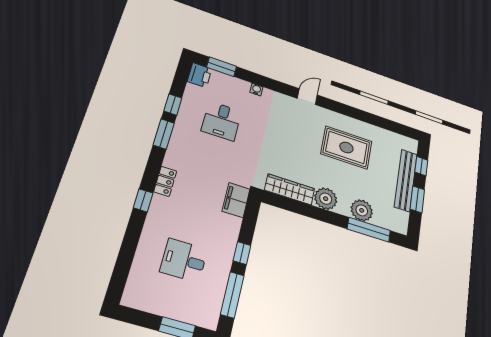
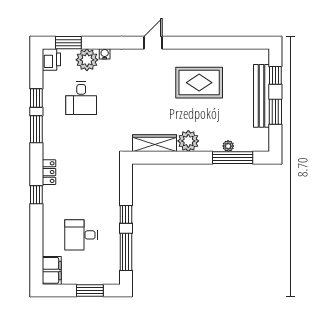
plant: (237, 88) -> (87, 60), added
filing cabinet: (236, 200) -> (52, 270), moved, turned 180
plant: (362, 210) -> (228, 146), width x0.53, depth x0.53

